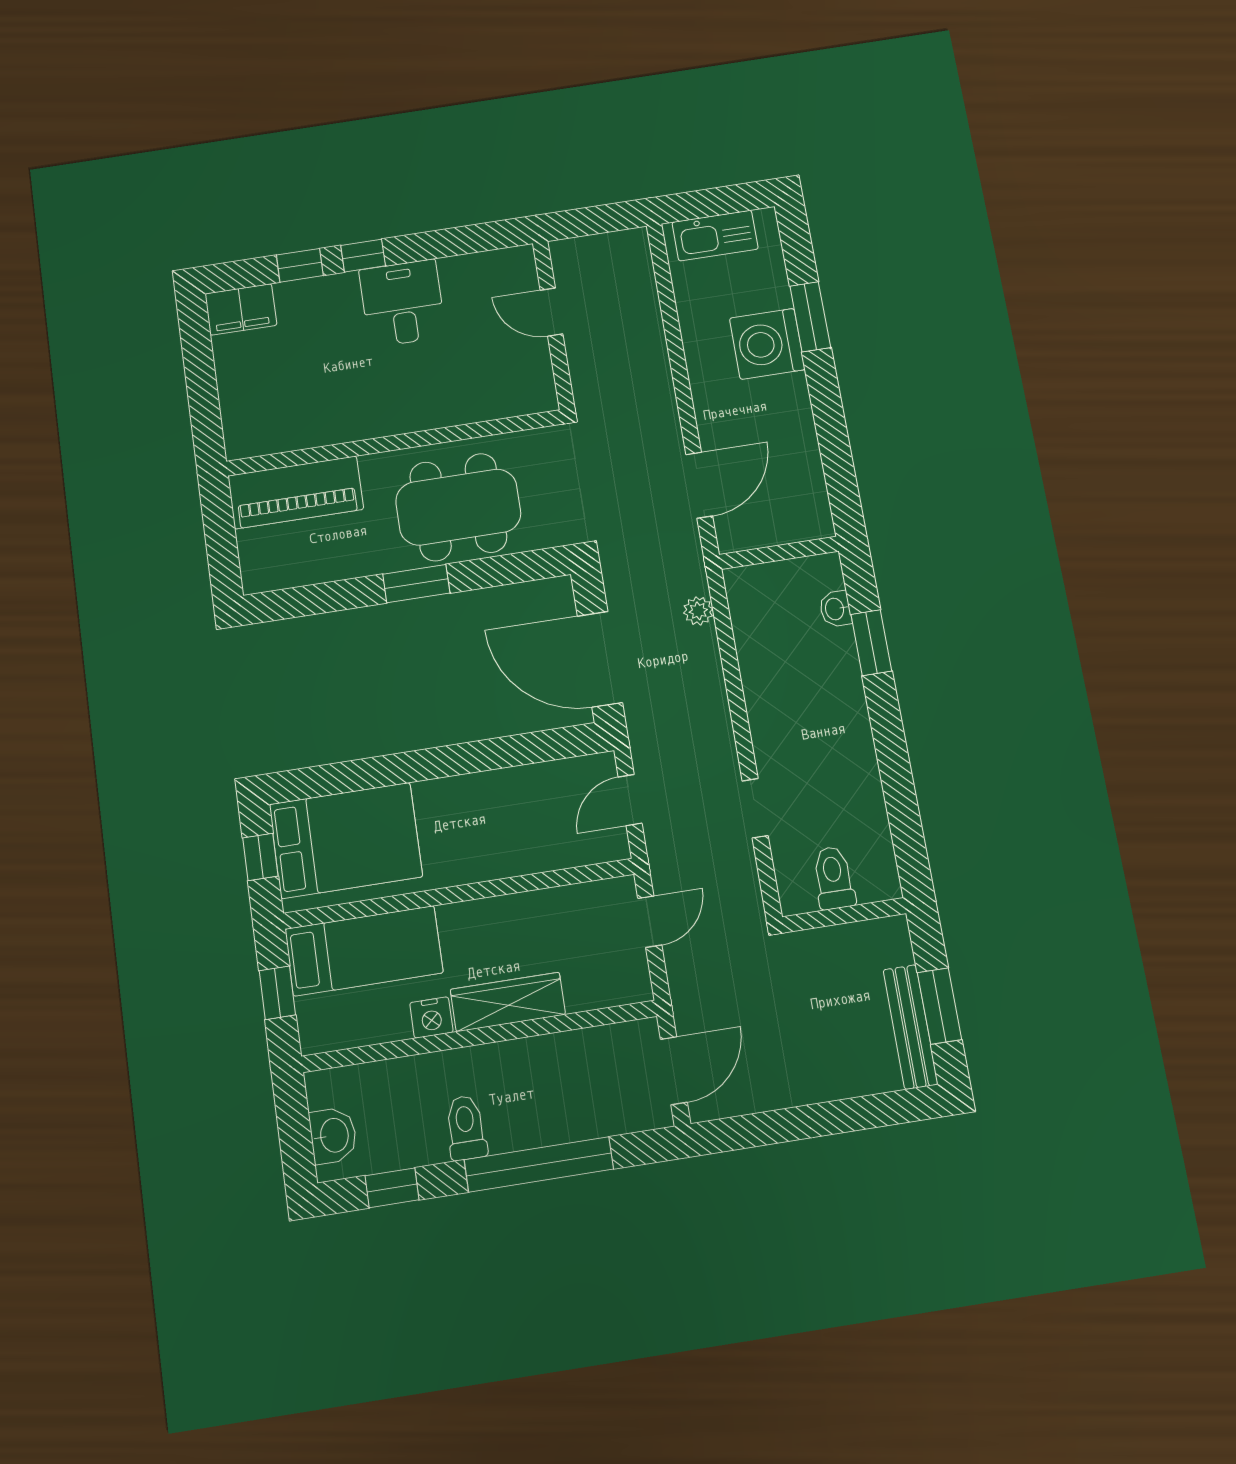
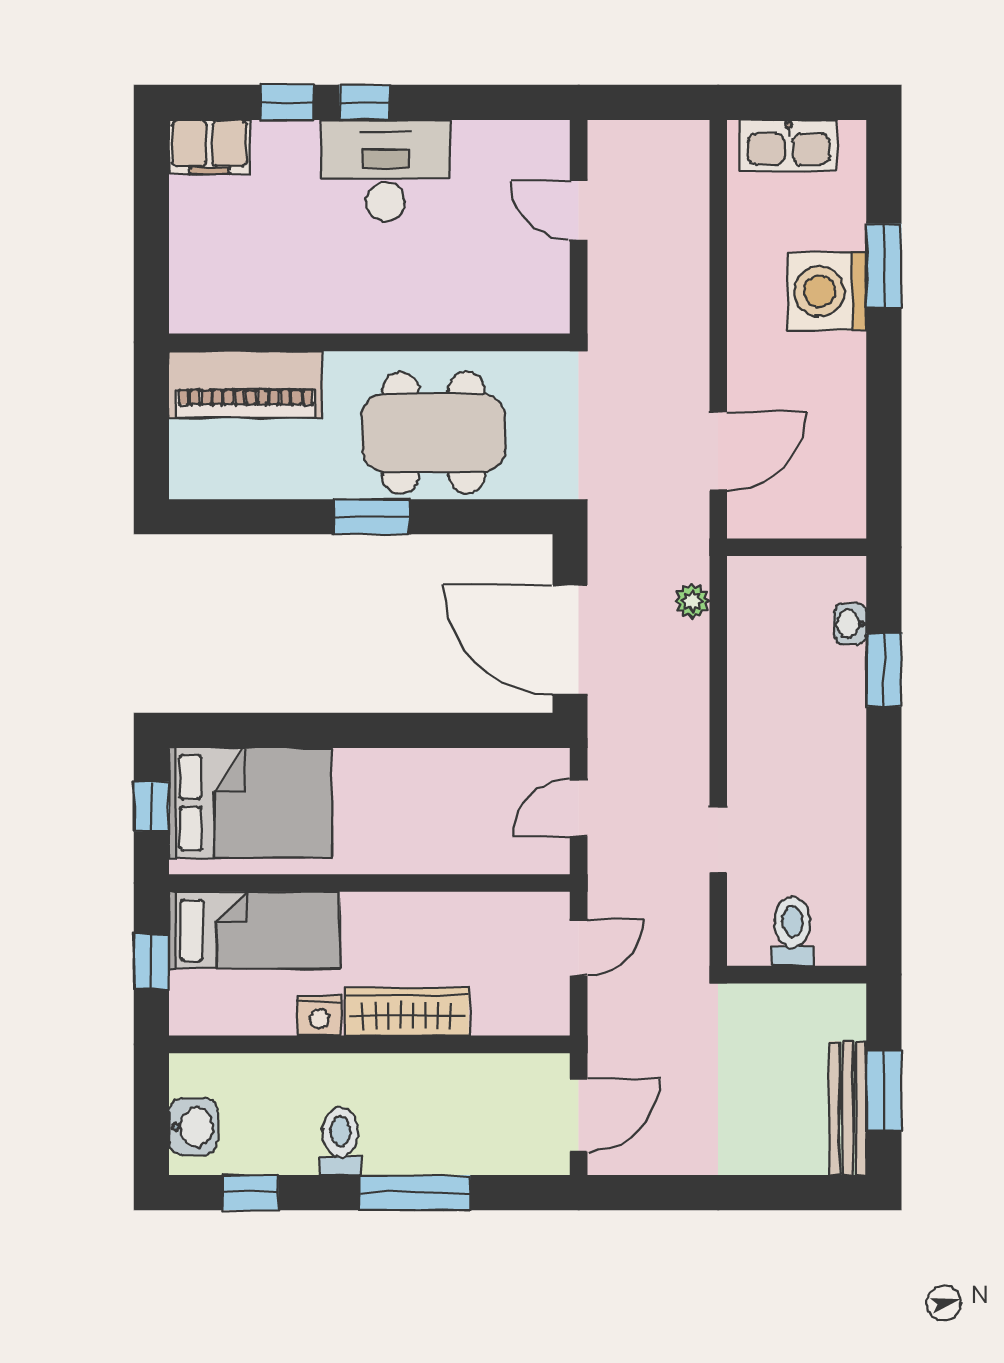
desk: (402, 303) -> (386, 170), width x1.37
window: (539, 1164) -> (415, 1193), width x0.68

